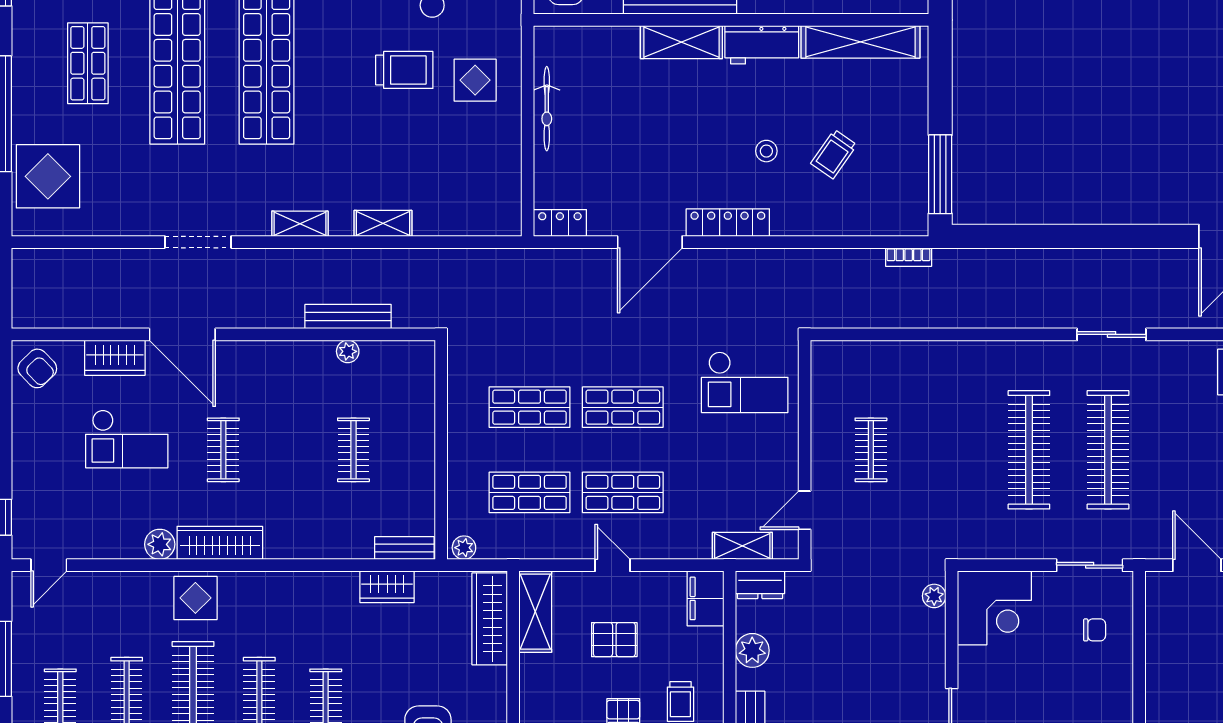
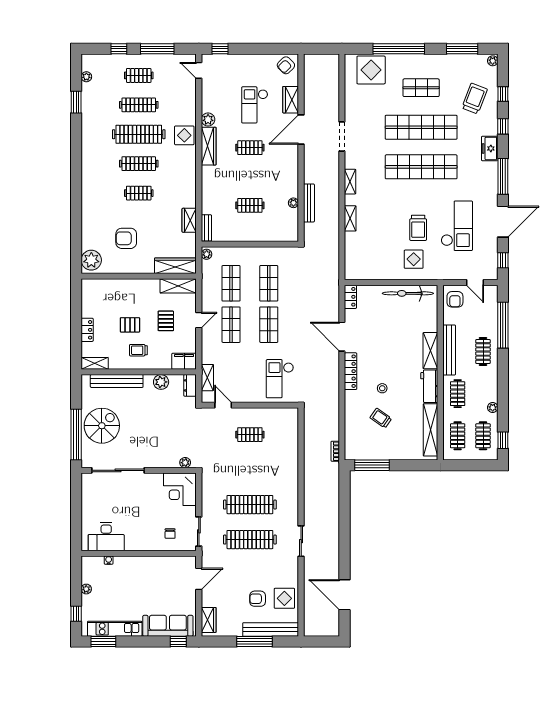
bicycle: (547, 109) -> (408, 293), width x1.37, depth x1.40

